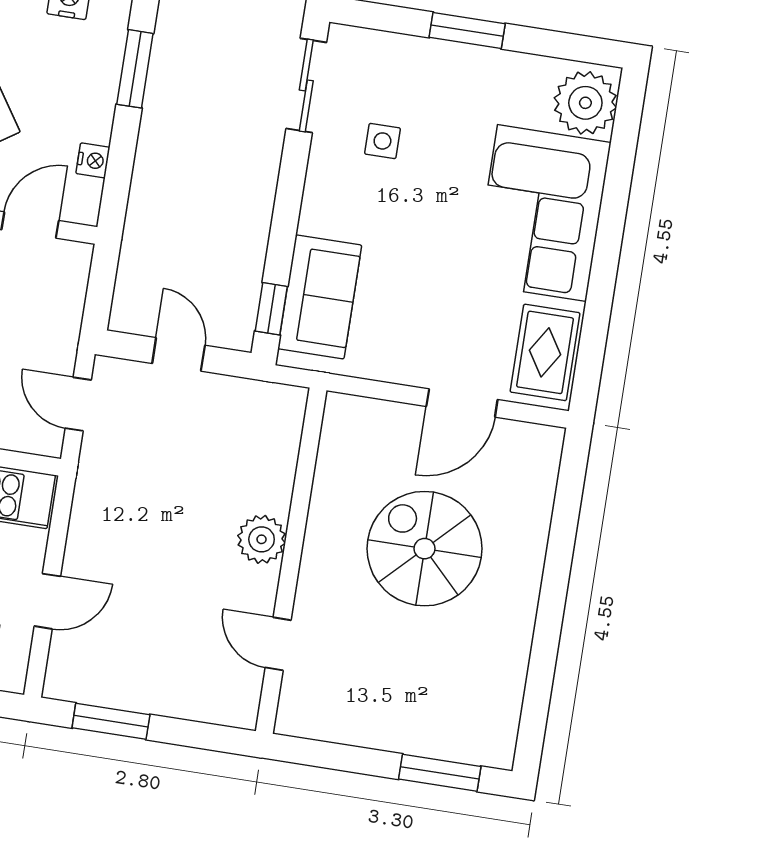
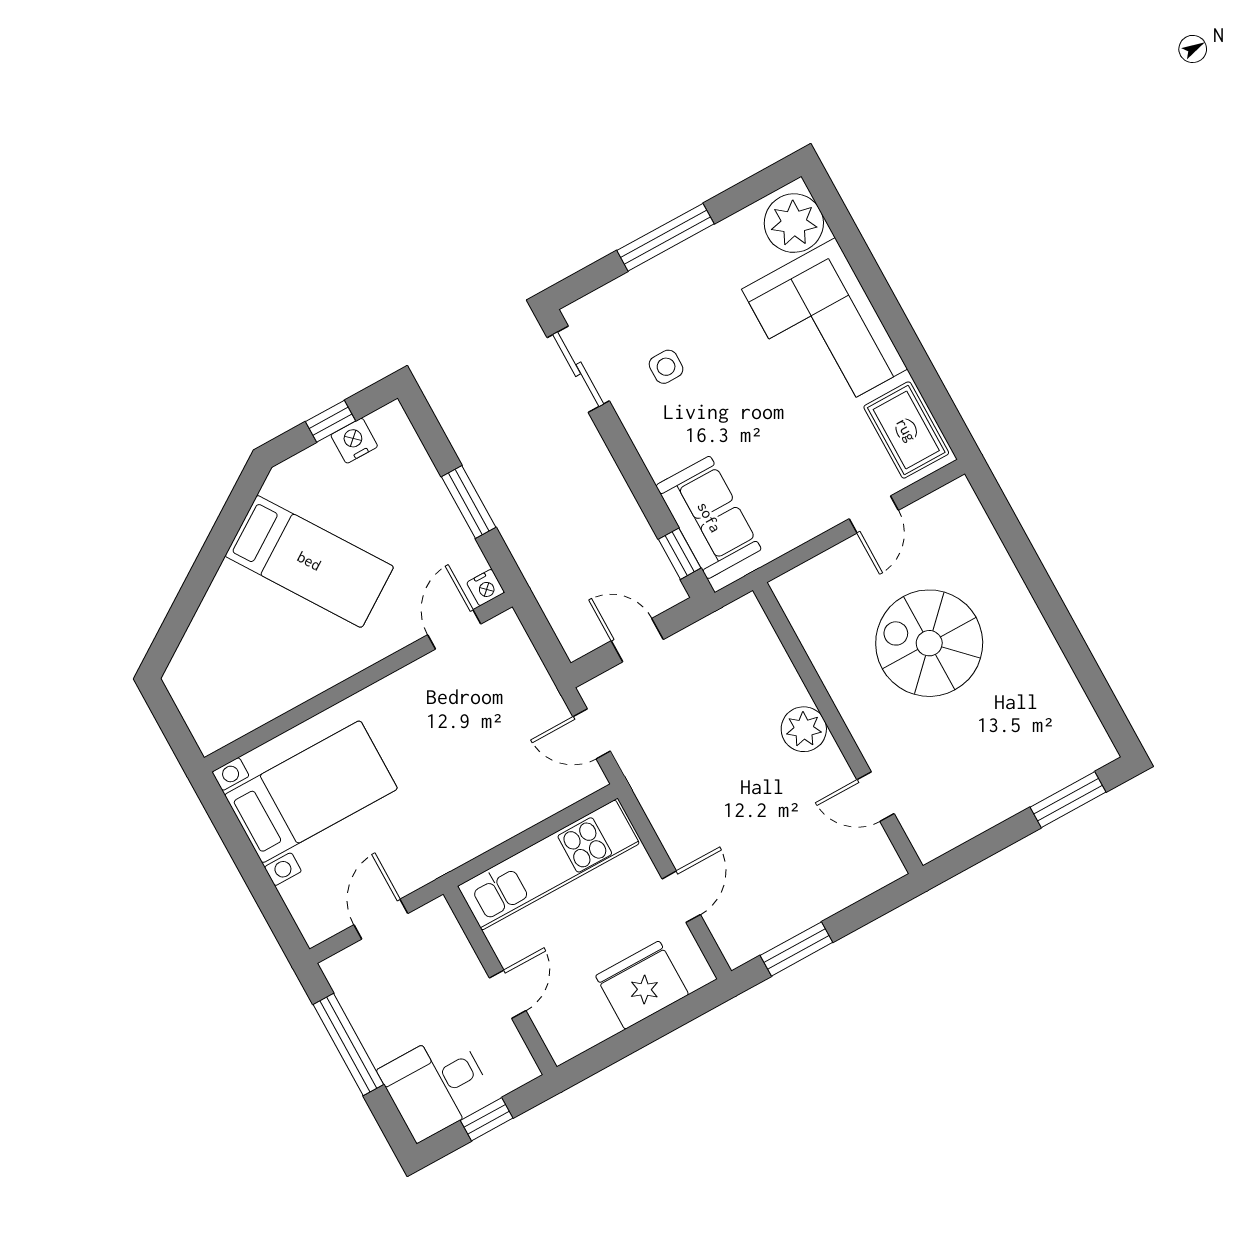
window: (467, 31) -> (666, 237), width x1.44
window: (135, 69) -> (469, 502), moved
nightstand: (93, 160) -> (486, 588), moved, turned 90
door: (462, 403) -> (874, 515), width x0.73

